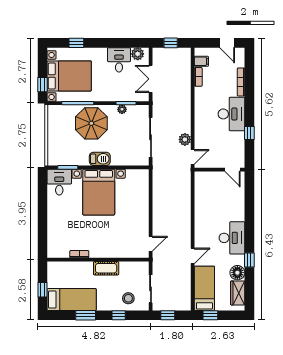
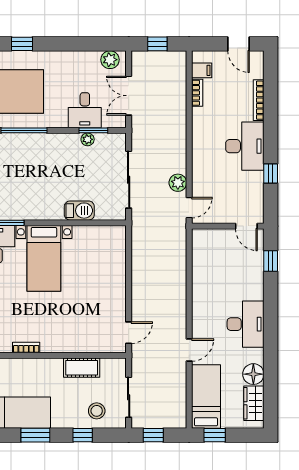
desk: (119, 60) -> (85, 110), moved, turned 180
parasol: (91, 123) -> (44, 160), removed
barbecue: (100, 159) -> (79, 211), moved
bed with nightstands: (99, 192) -> (44, 258), width x0.73
window: (249, 260) -> (271, 261), moved
cot: (106, 268) -> (82, 368), moved

